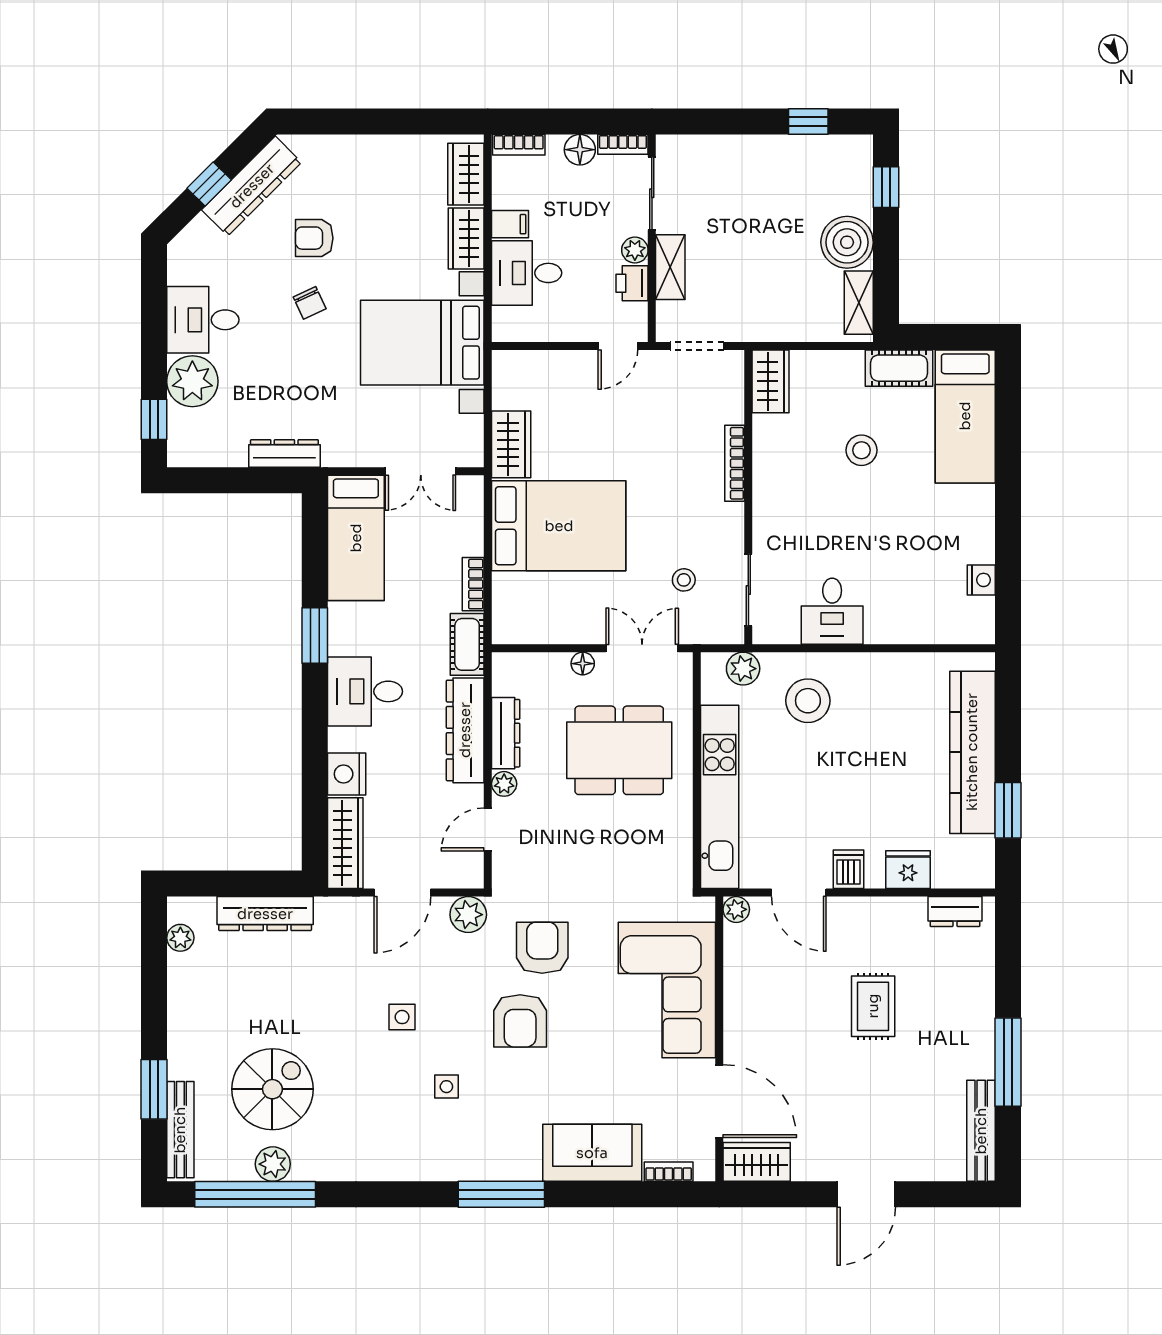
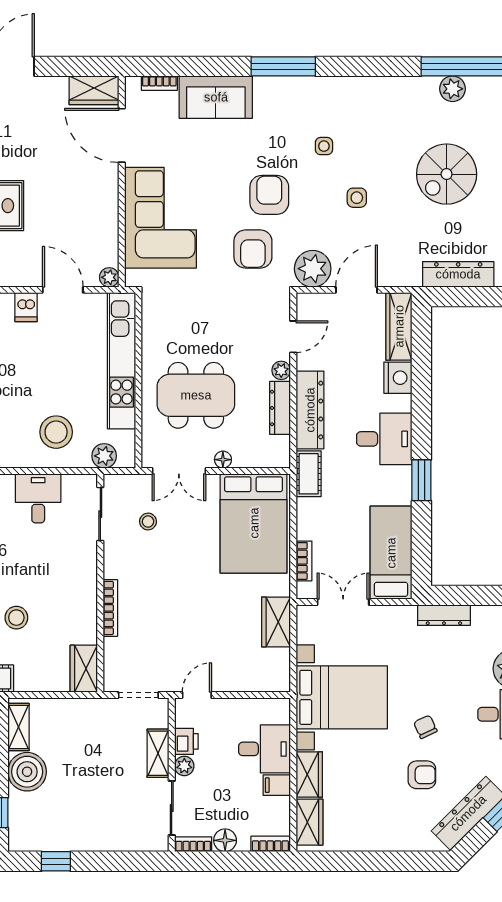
bed: (559, 526) -> (254, 523), moved, turned -90
bookcase: (473, 584) -> (304, 561), moved
plant: (468, 915) -> (313, 269), width x1.36, depth x1.36
spiral stairs: (272, 1089) -> (447, 174), moved

